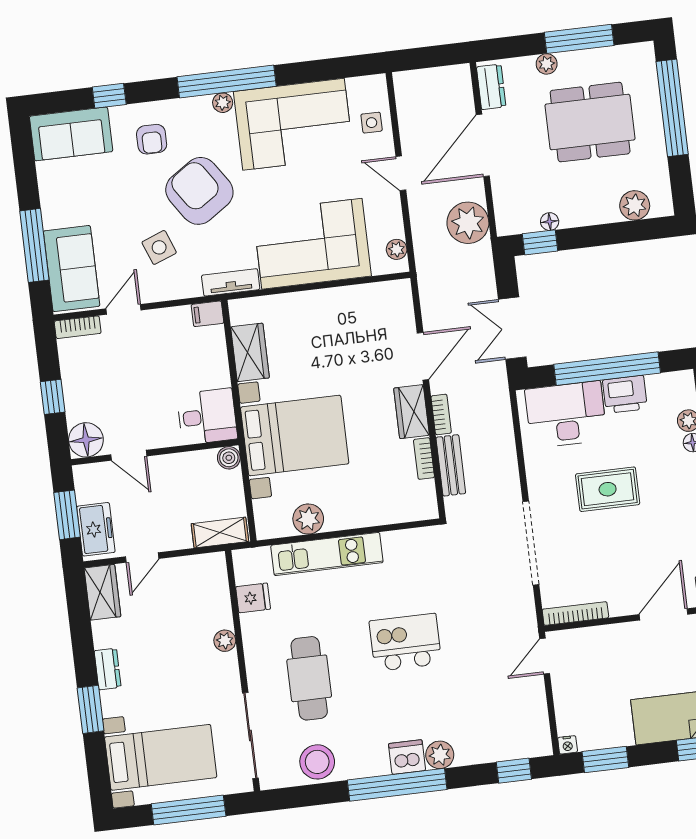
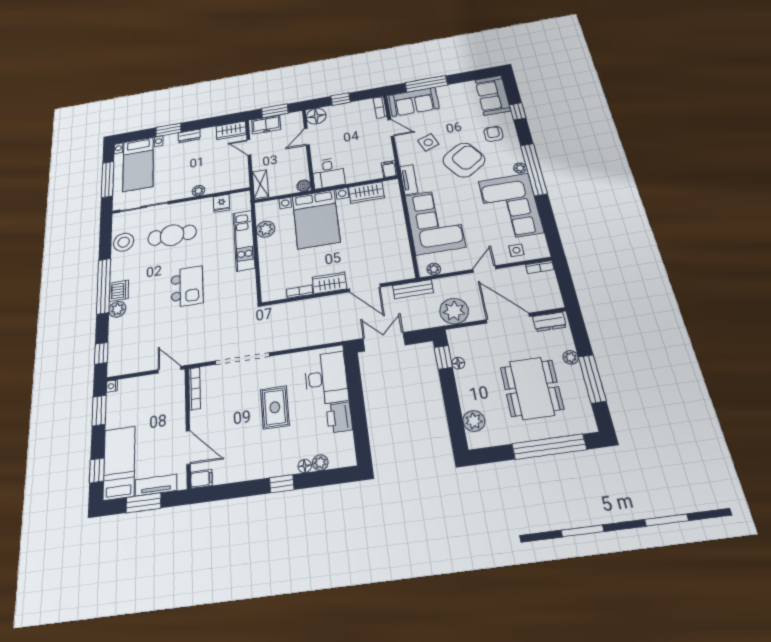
armchair: (152, 139) -> (493, 134), turned 90
window: (607, 369) -> (357, 405), removed
bookcase: (441, 414) -> (540, 267), moved
bench: (451, 465) -> (413, 289), moved

